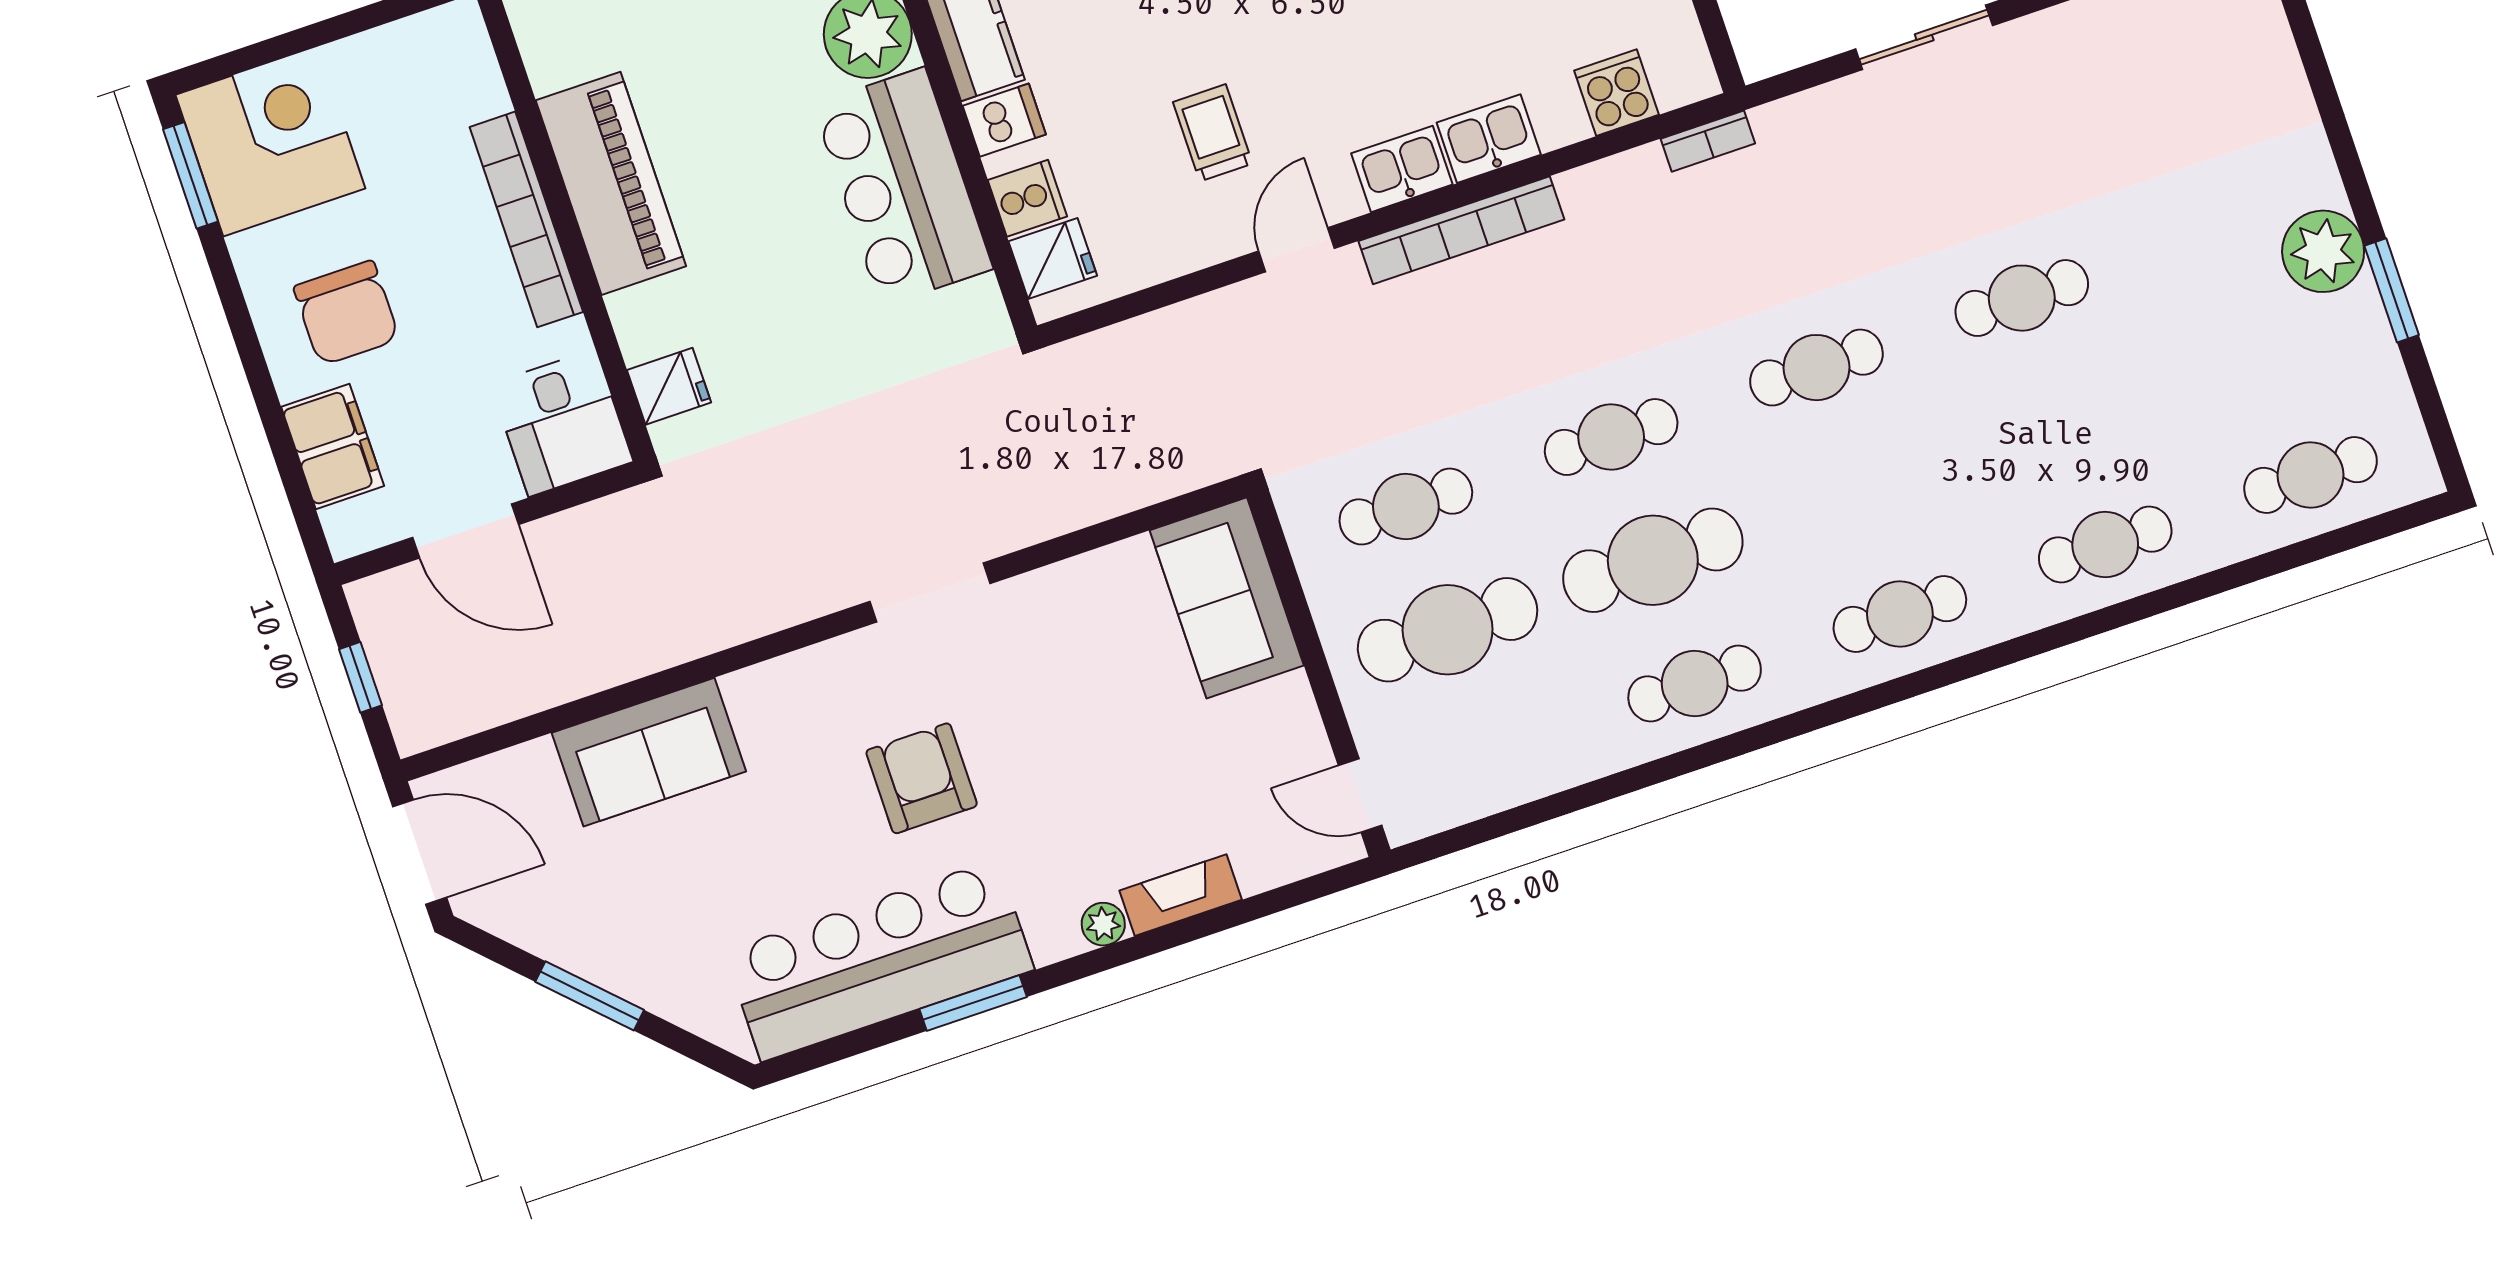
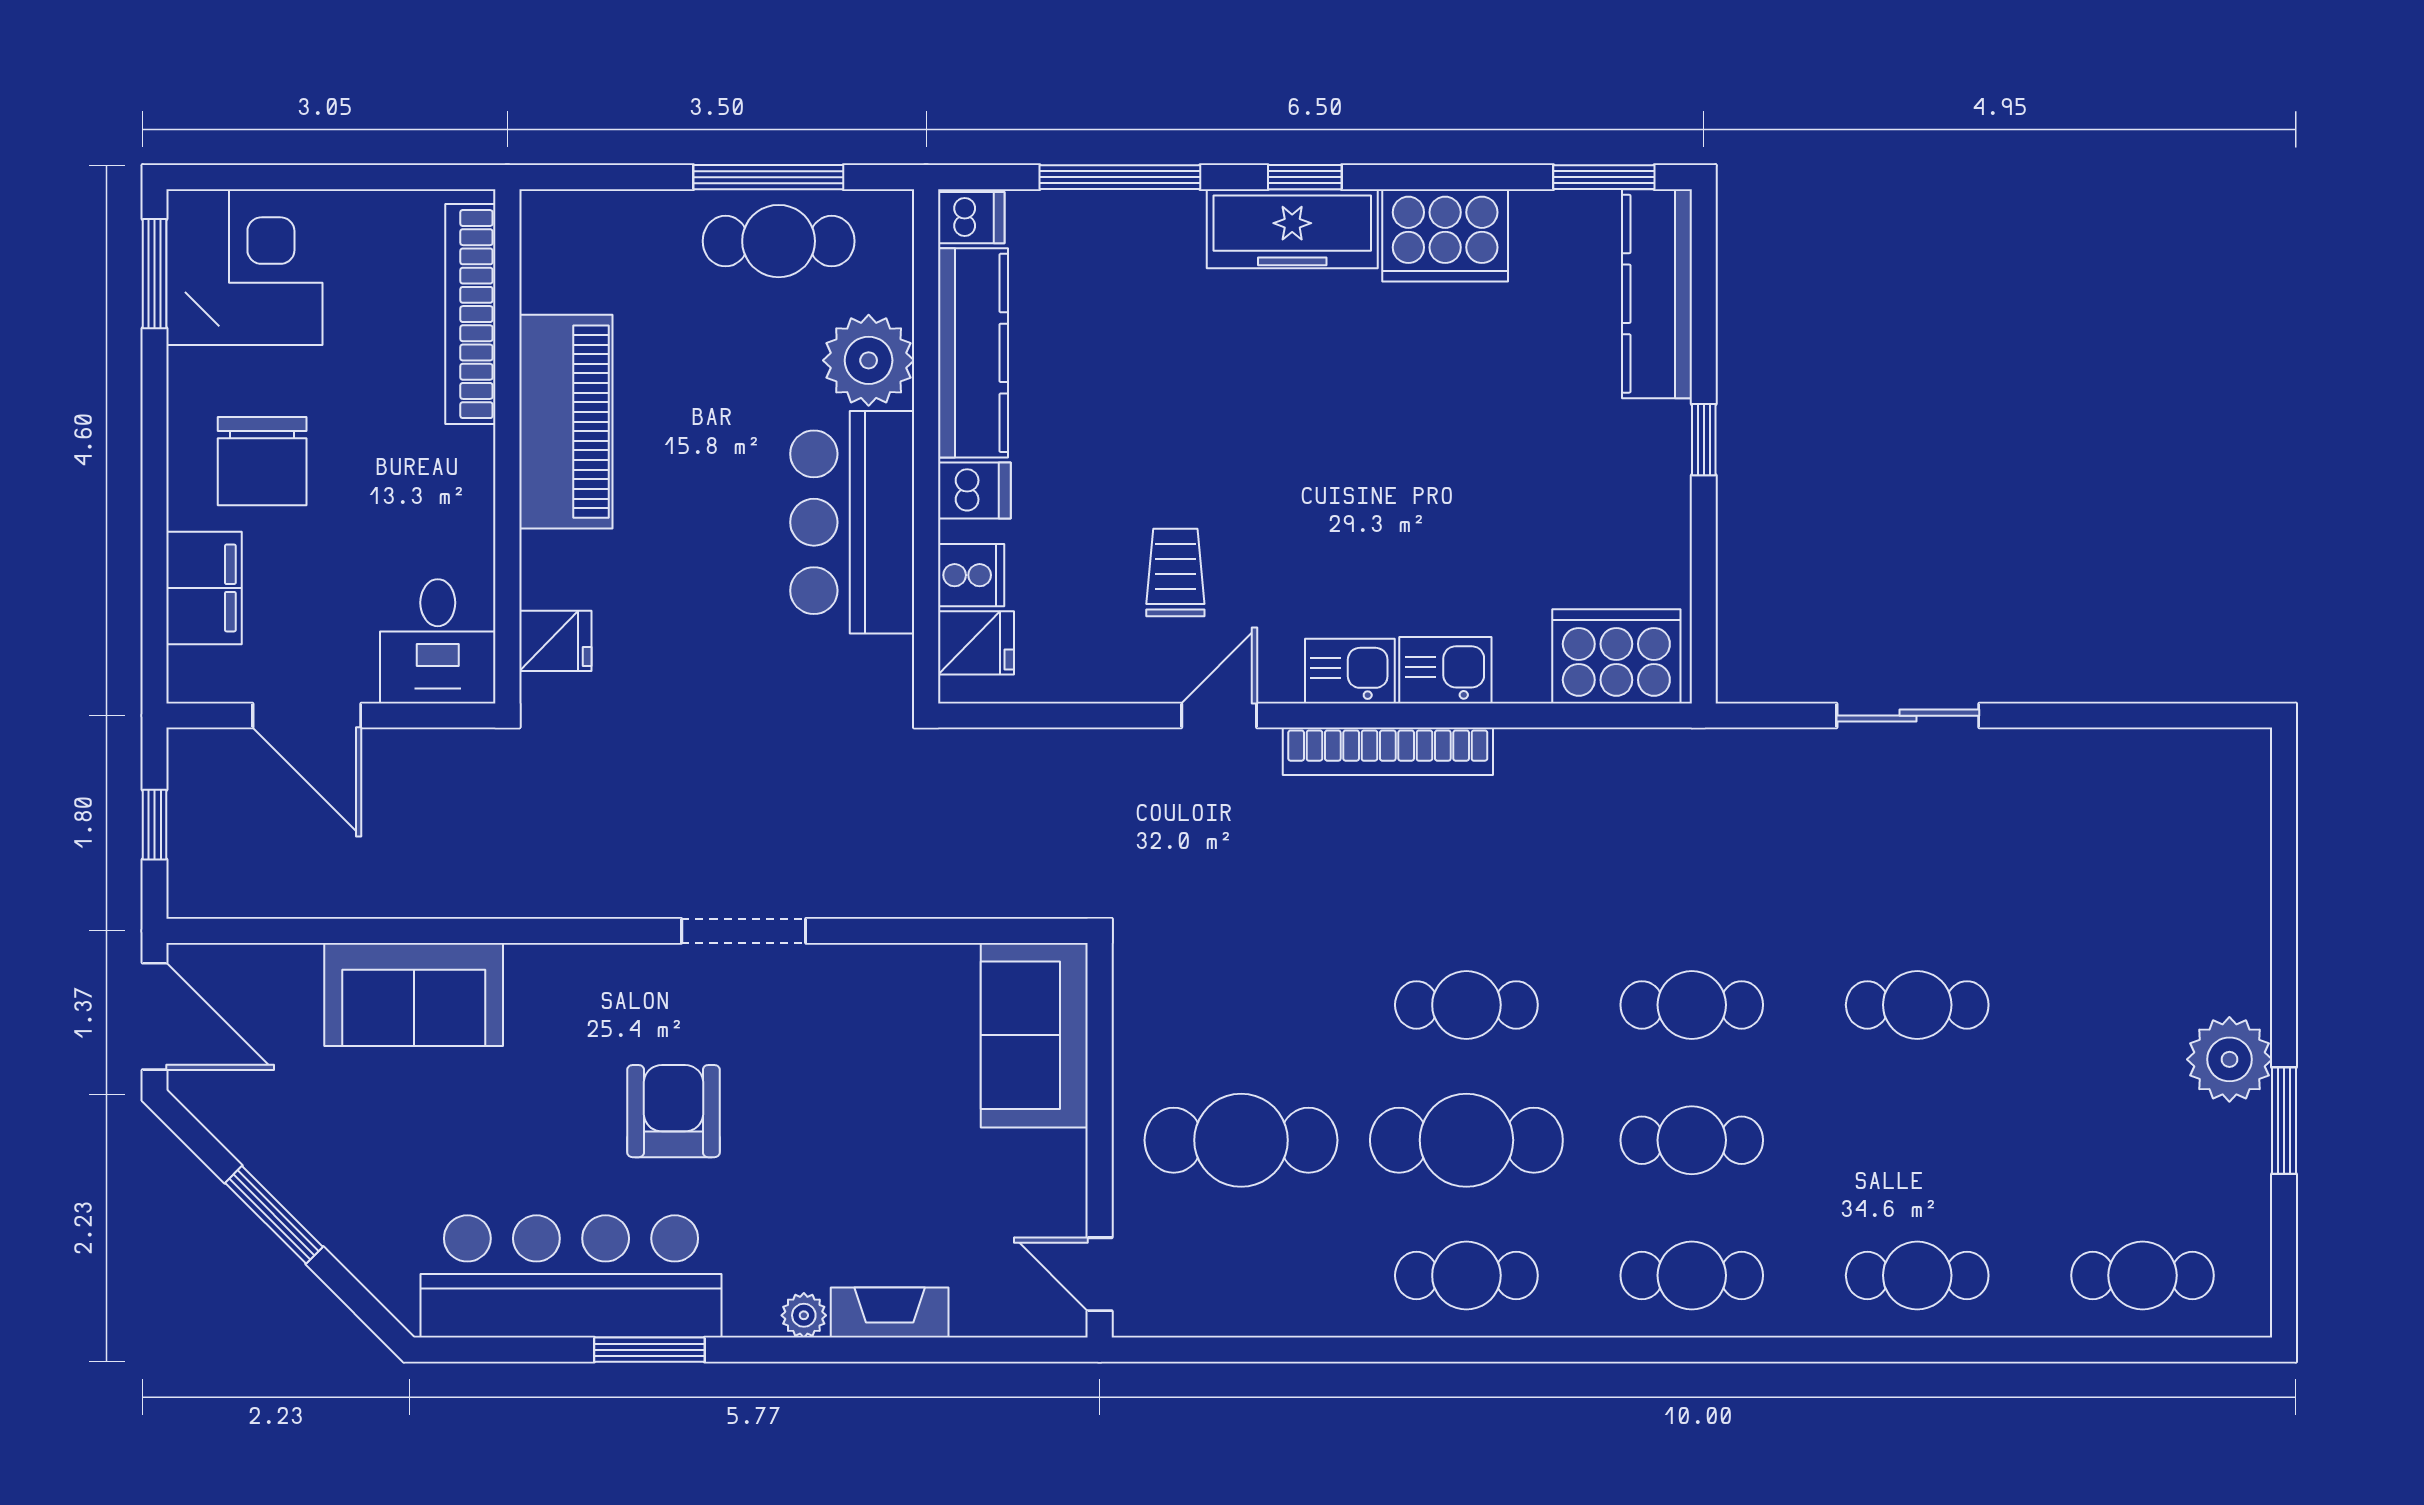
cooker: (1616, 93) -> (1616, 656), width x1.87, depth x1.31
bookcase: (1708, 141) -> (1660, 746), removed
bookcase: (526, 219) -> (470, 314), moved
cafe table: (1406, 507) -> (1692, 1140), moved

